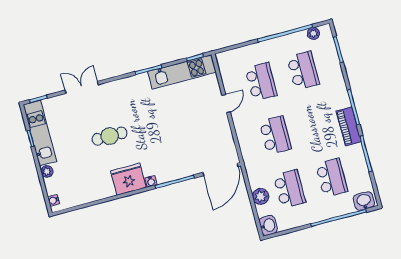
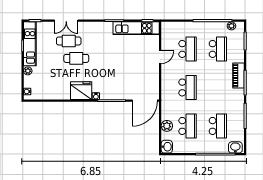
double door: (82, 87) -> (66, 21), swing flipped
cafe table: (93, 115) -> (69, 41), added
piano: (349, 126) -> (238, 76), moved

